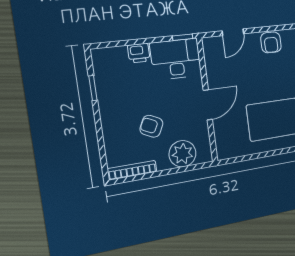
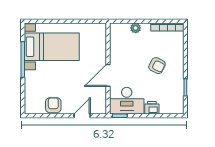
door: (208, 105) -> (108, 75), moved
armchair: (151, 126) -> (157, 66), moved
plant: (182, 154) -> (136, 28), width x0.53, depth x0.53

